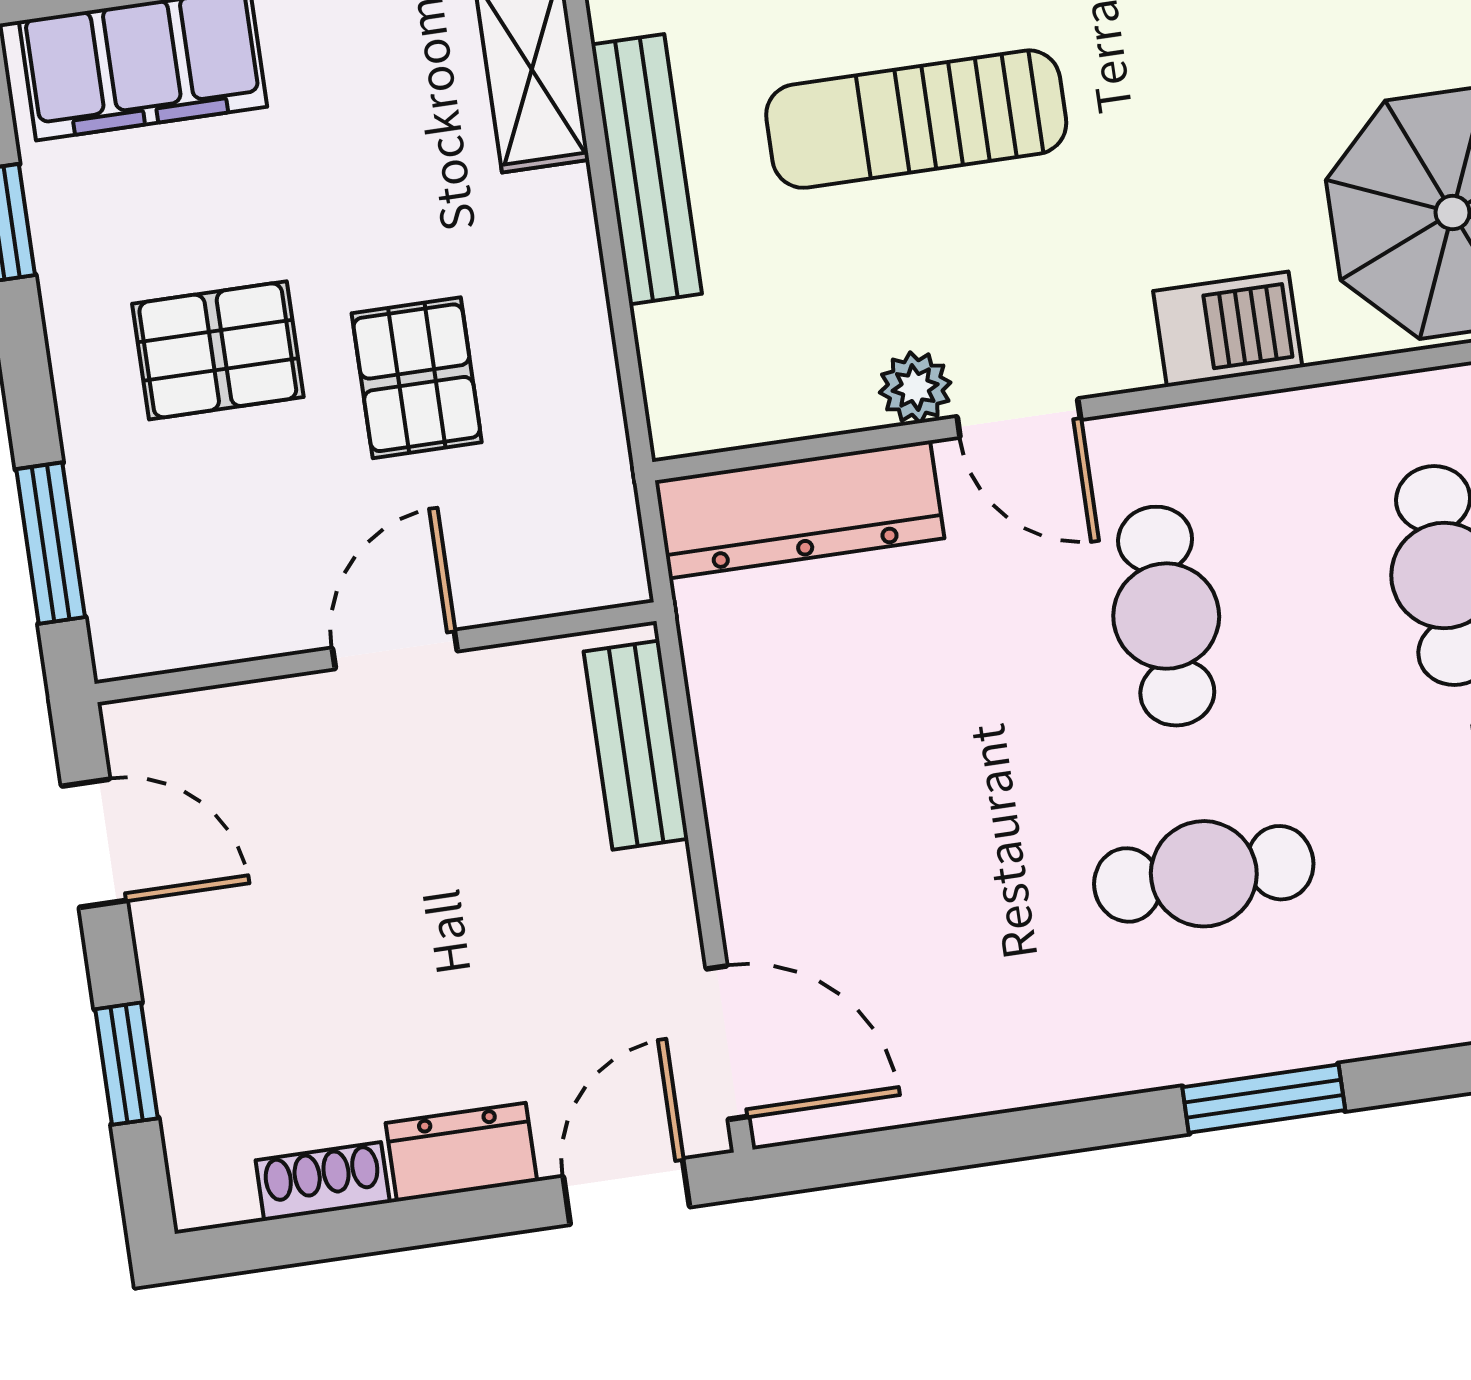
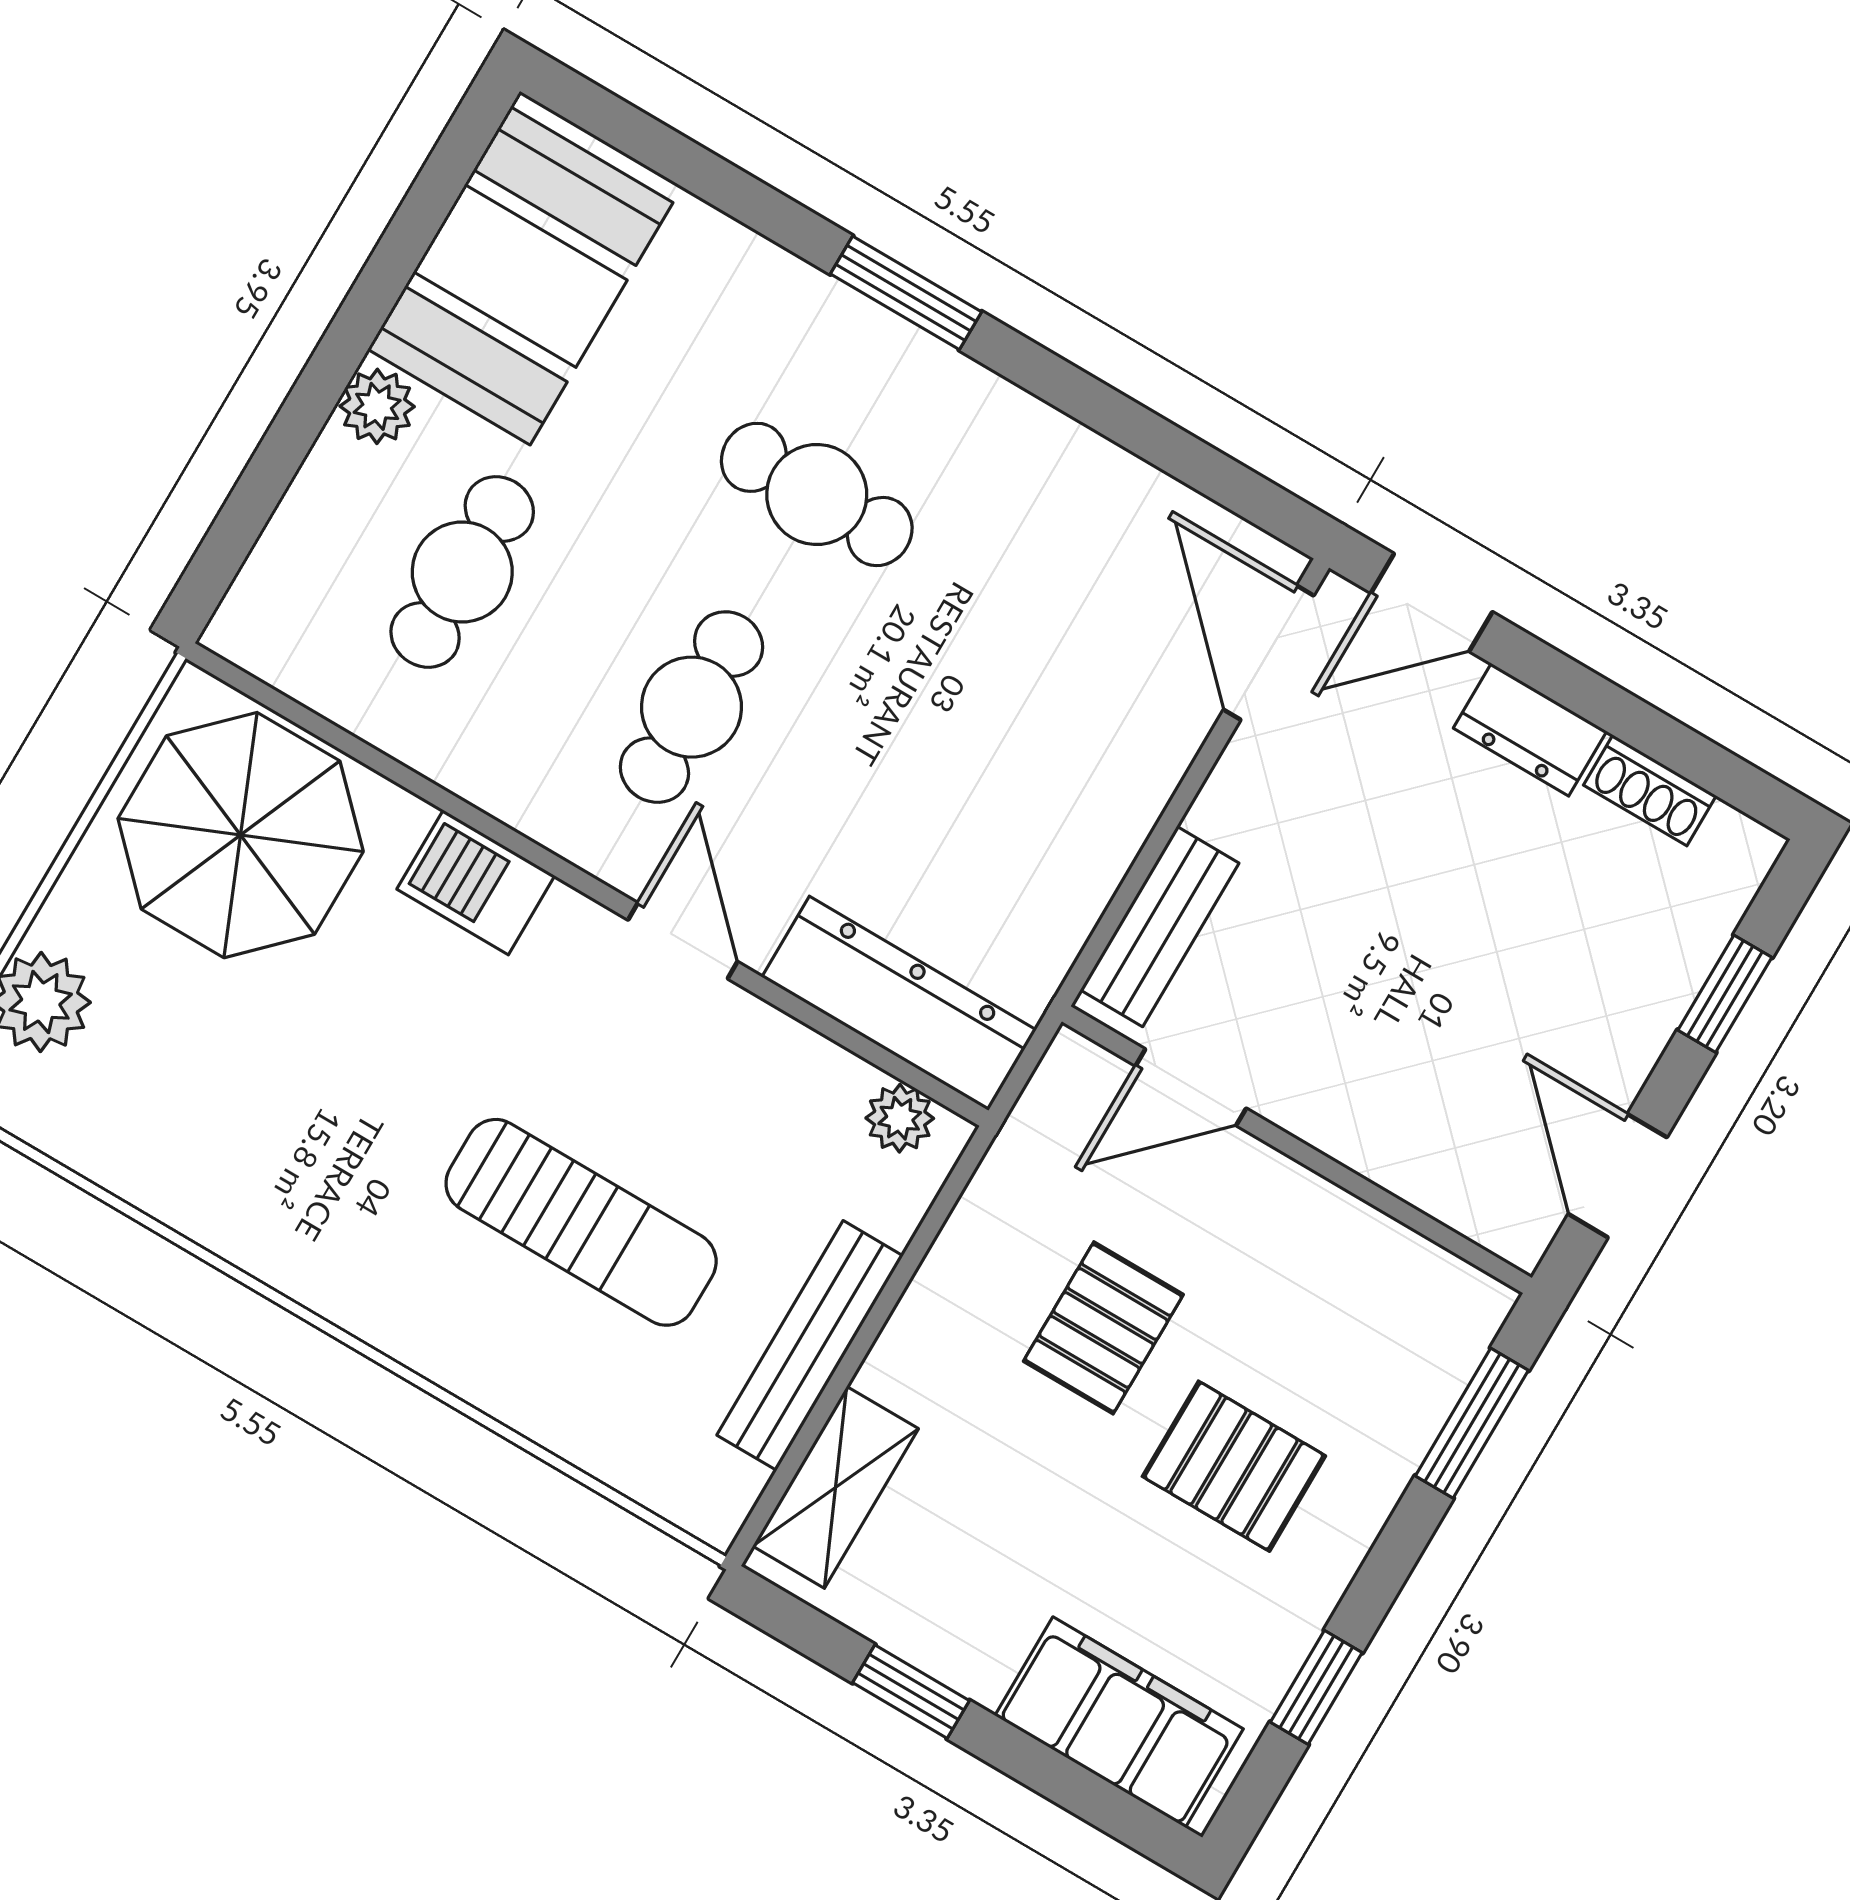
plant: (915, 388) -> (900, 1118), moved
door: (395, 649) -> (1191, 1087), moved

